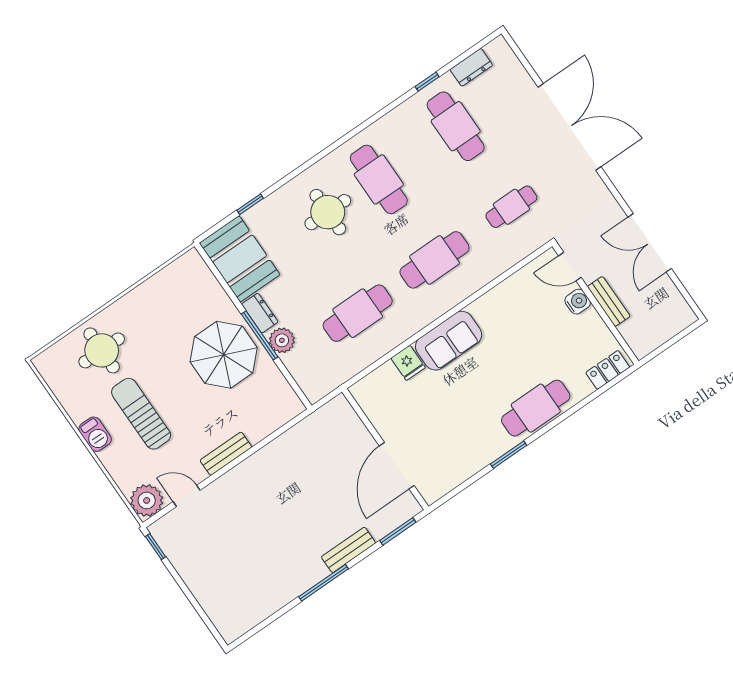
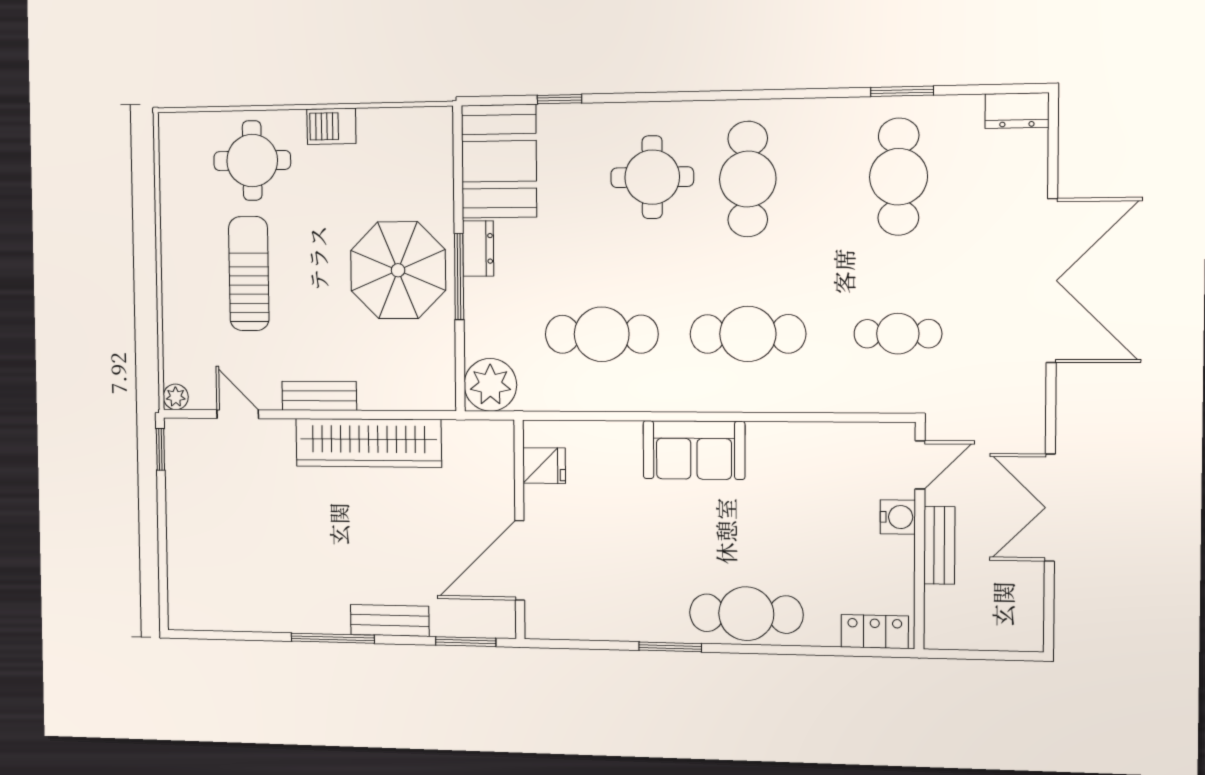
dresser: (471, 67) -> (1017, 111), moved
window: (427, 82) -> (902, 91), width x1.50
door: (570, 267) -> (920, 465), swing flipped
plant: (282, 340) -> (490, 385), moved, width x1.36, depth x1.36
fridge: (408, 363) -> (544, 466), moved, turned -90
barbecue: (95, 434) -> (331, 126), moved, turned 90
wardrobe: (271, 460) -> (368, 443), added
plant: (147, 500) -> (176, 397), width x0.53, depth x0.53

